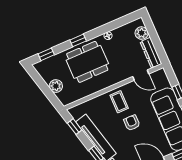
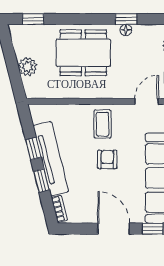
window: (78, 40) -> (126, 19), moved
door: (141, 75) -> (147, 101), swing flipped
window: (75, 127) -> (33, 149), moved

